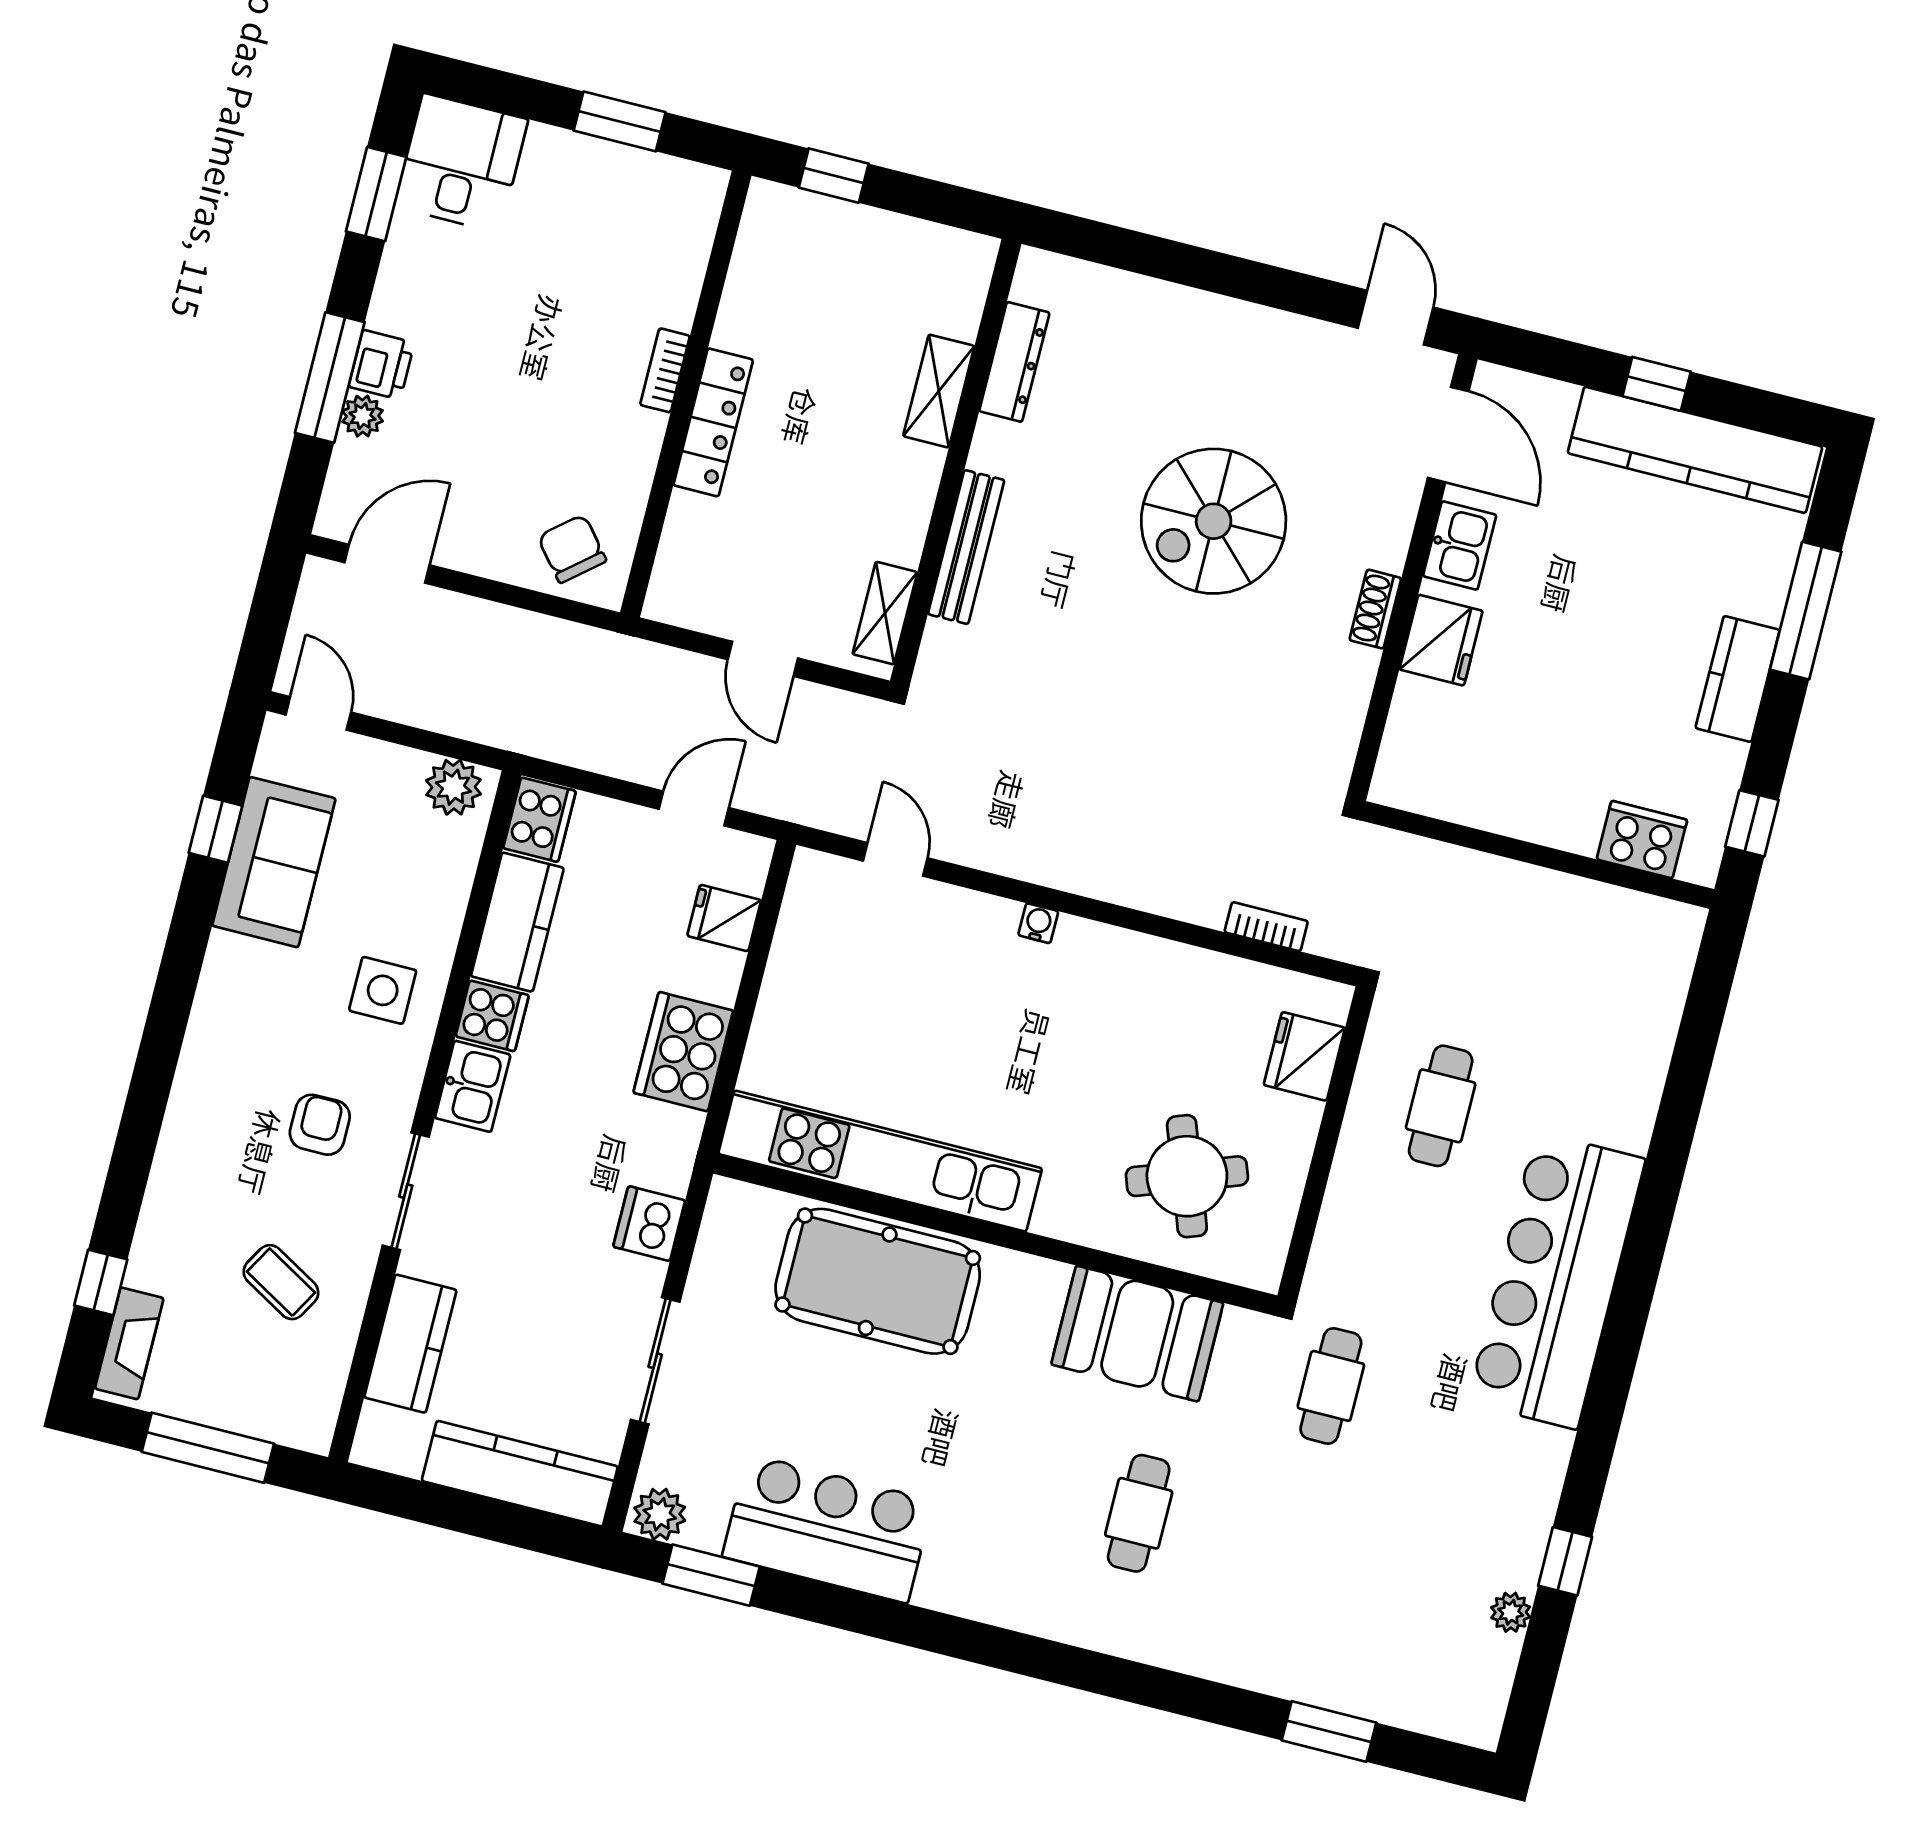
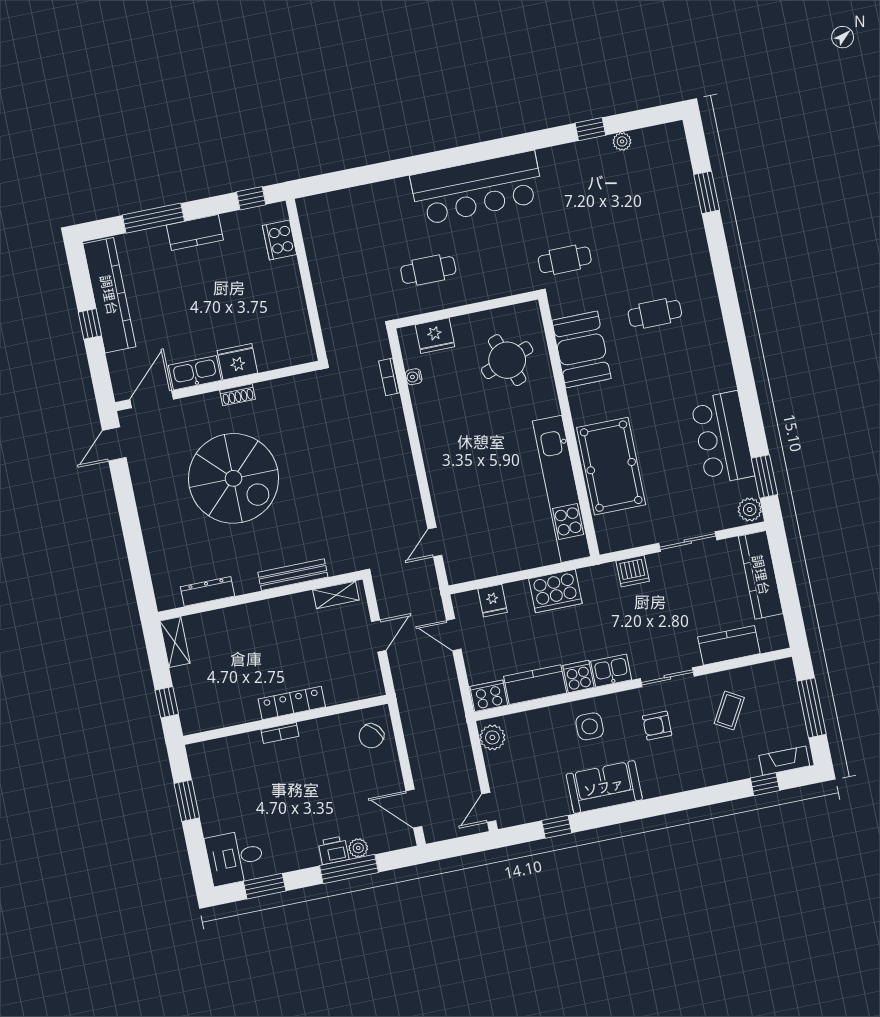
shelving: (939, 391) -> (175, 642), moved, turned 90
spiral stairs: (1214, 521) -> (233, 478), width x1.37, depth x1.37
kitchen sink: (1460, 546) -> (195, 373), width x1.38
sofa: (274, 862) -> (604, 787), moved
water cooler: (1038, 923) -> (414, 377), moved

